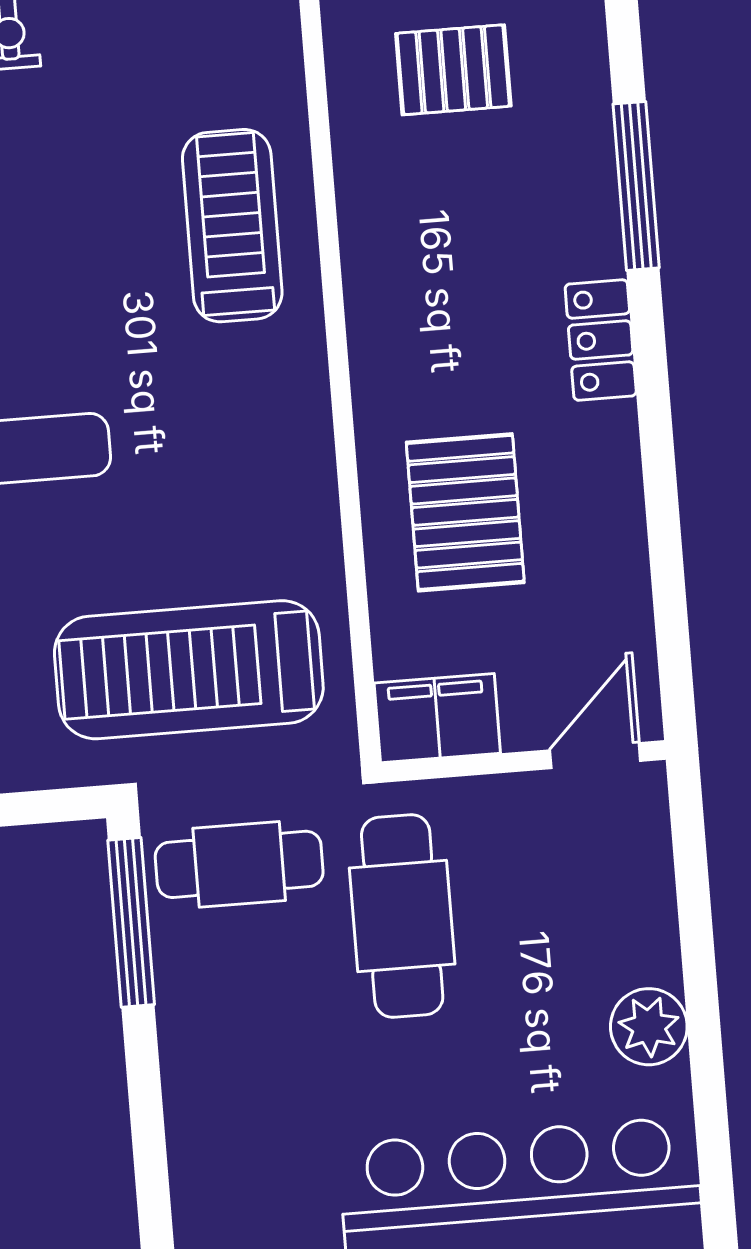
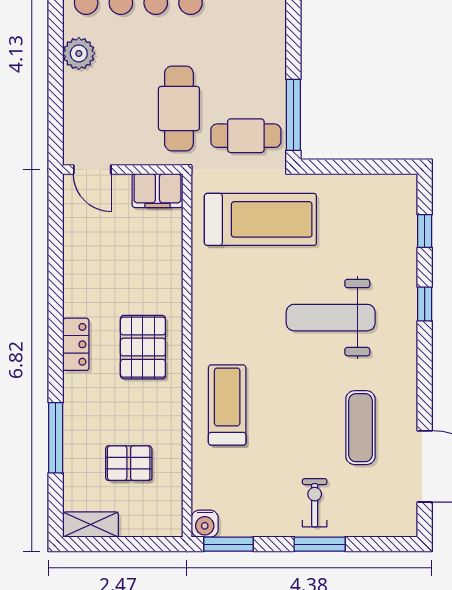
window: (636, 186) -> (56, 438), moved
treadmill: (232, 226) -> (227, 405), turned 180
pallet: (465, 512) -> (143, 347), moved
door: (595, 756) -> (92, 169), hinge flipped

